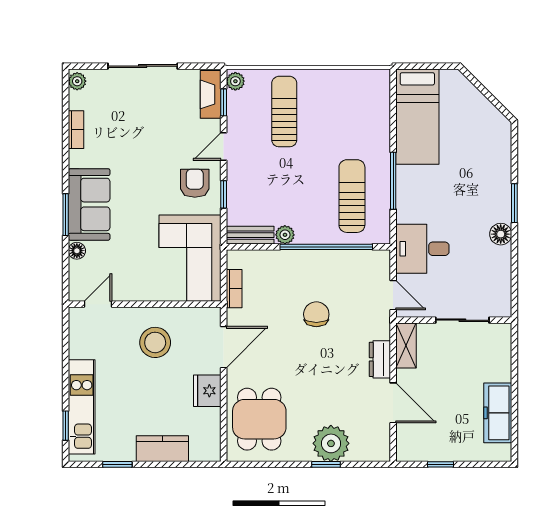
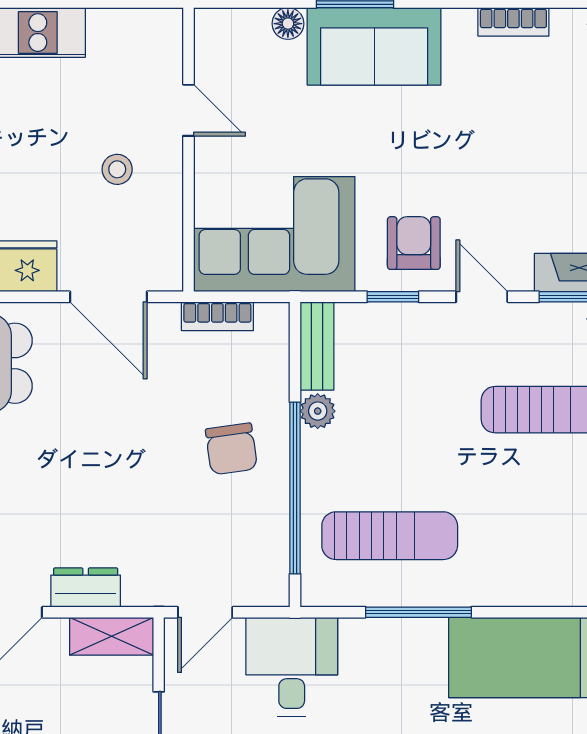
armchair: (195, 183) -> (414, 243), turned -90
door: (98, 304) -> (188, 110), moved
chair: (316, 314) -> (231, 449), moved, turned 82
stool: (155, 342) -> (117, 169), width x0.53, depth x0.53

